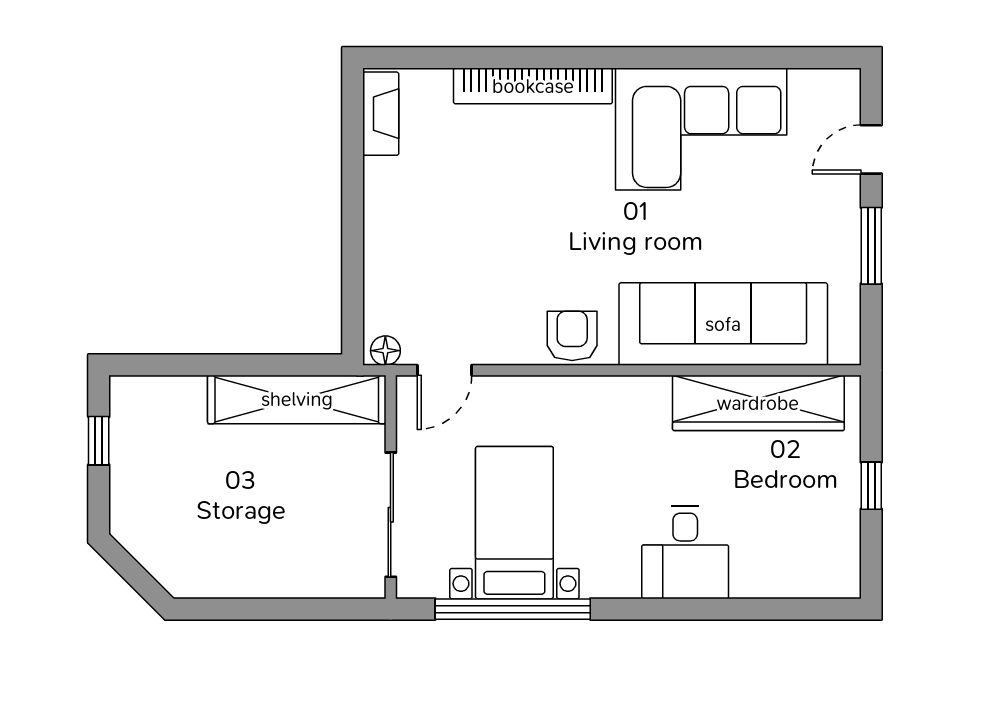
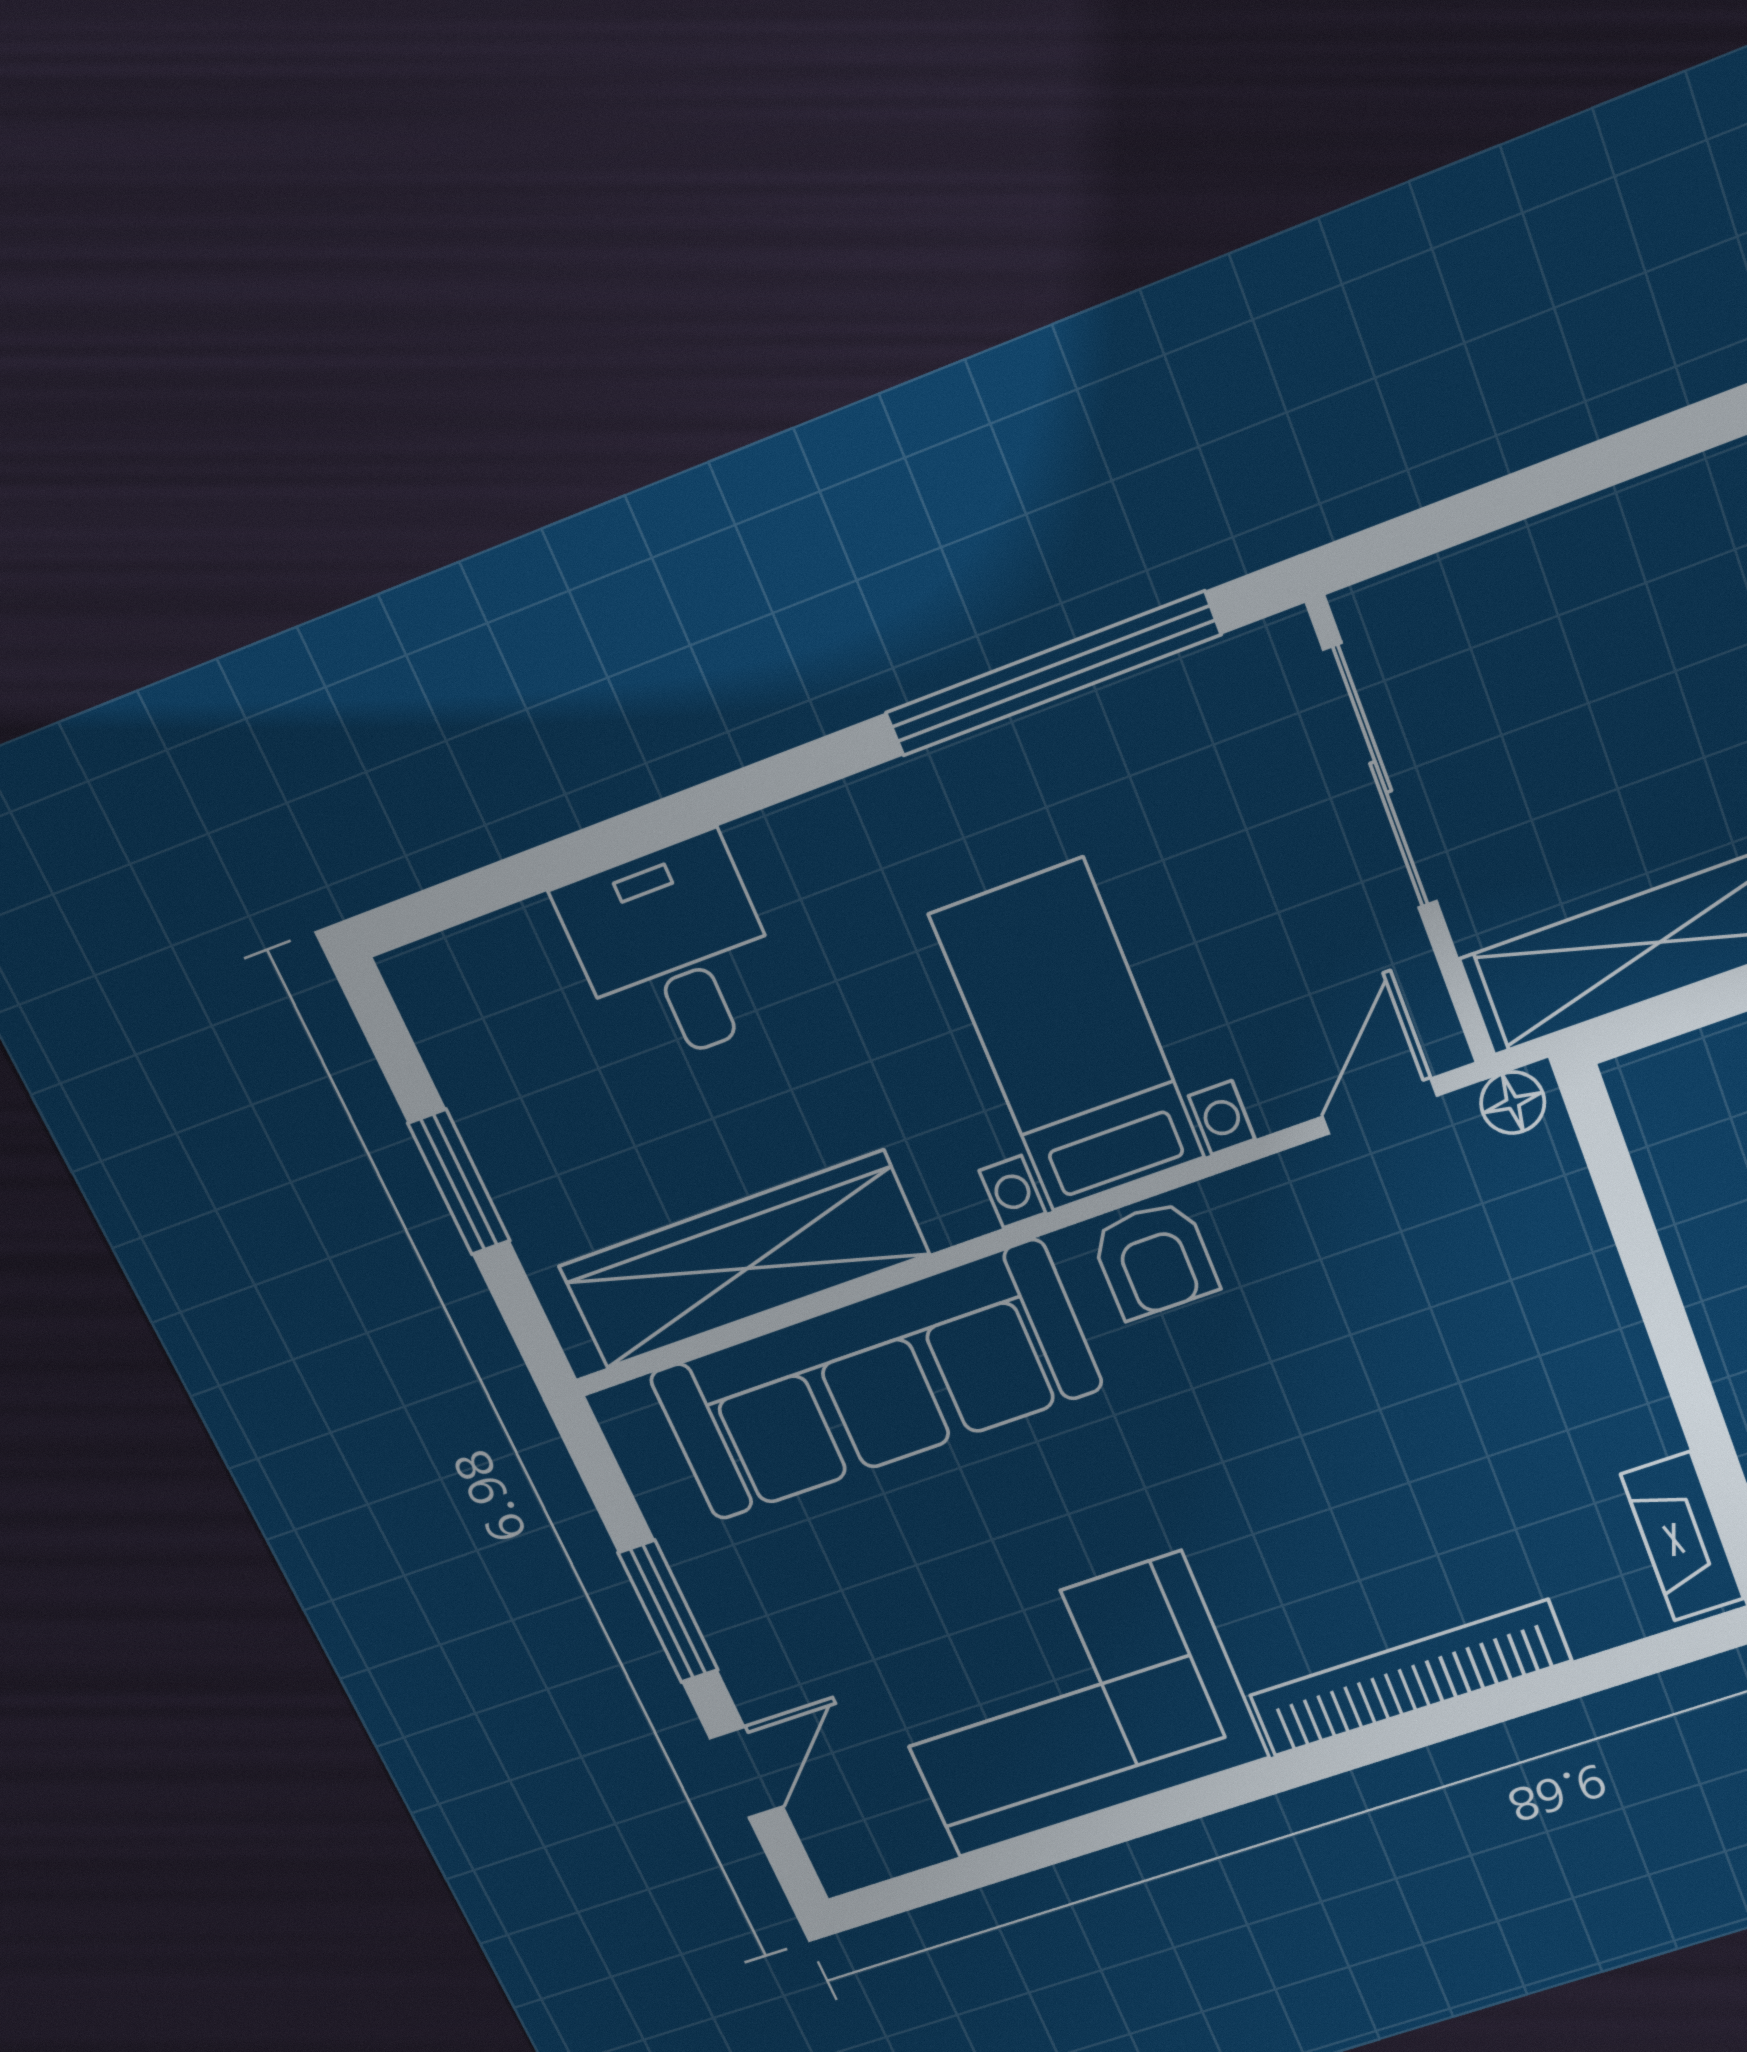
window: (871, 486) -> (459, 1182), width x1.50
bed with nightstands: (514, 523) -> (1068, 1037), moved, turned 180
desk: (685, 552) -> (674, 952), moved

